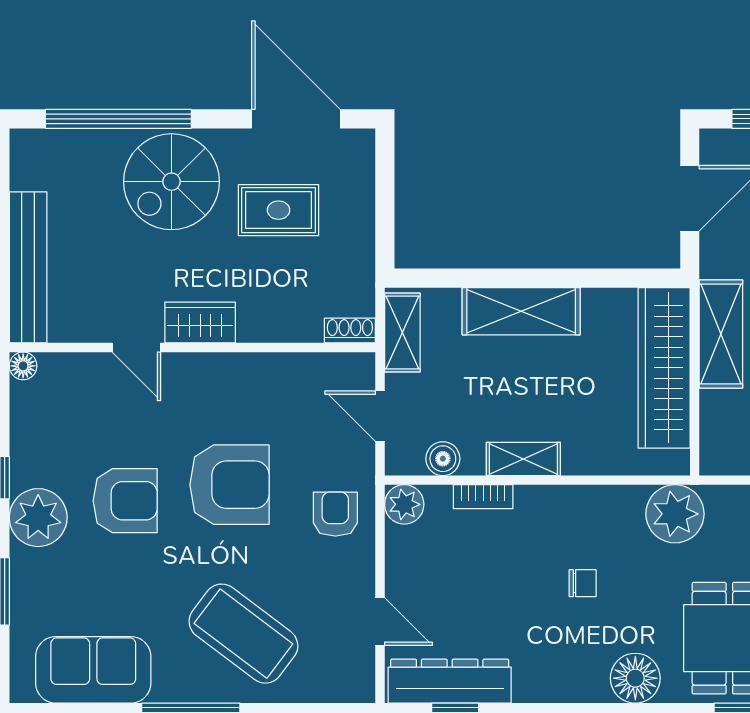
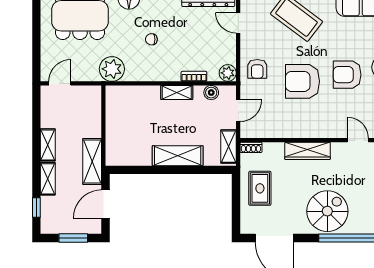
rug: (279, 210) -> (260, 188), moved, turned 90
wardrobe: (200, 322) -> (308, 151), width x1.50
shelving: (721, 334) -> (92, 161), moved
door: (136, 347) -> (358, 140), moved
wardrobe: (664, 368) -> (117, 131), removed
door: (380, 416) -> (238, 111), hinge flipped

